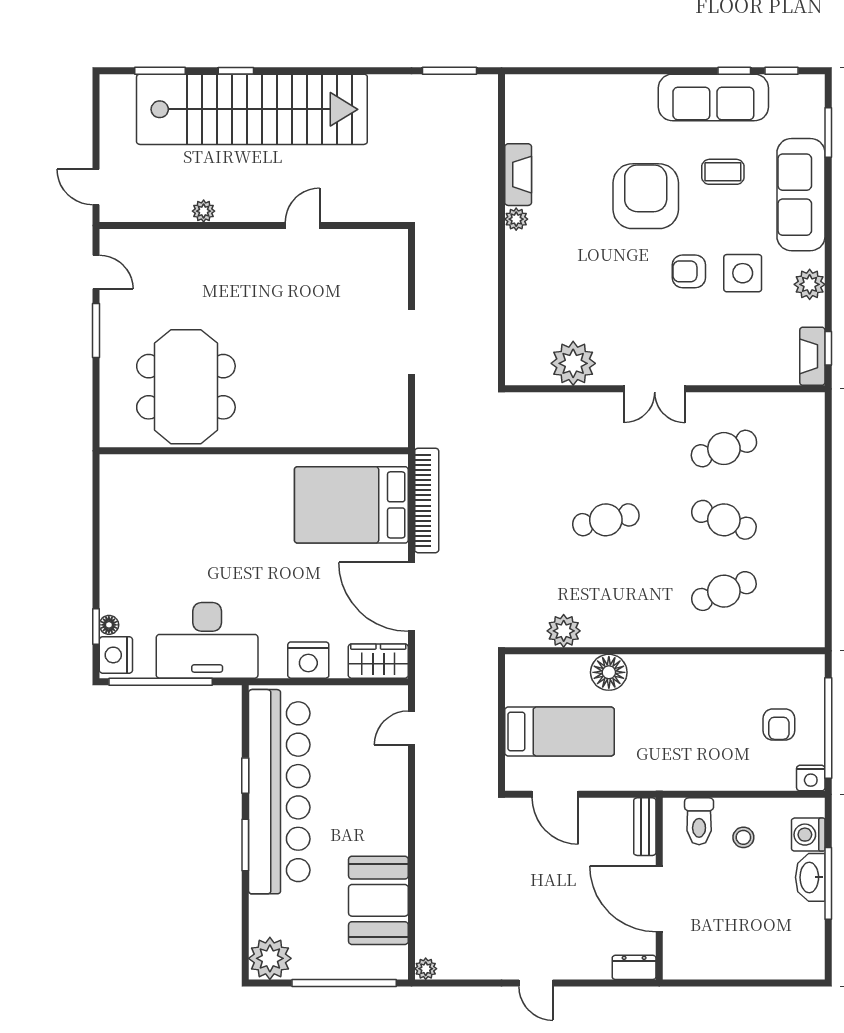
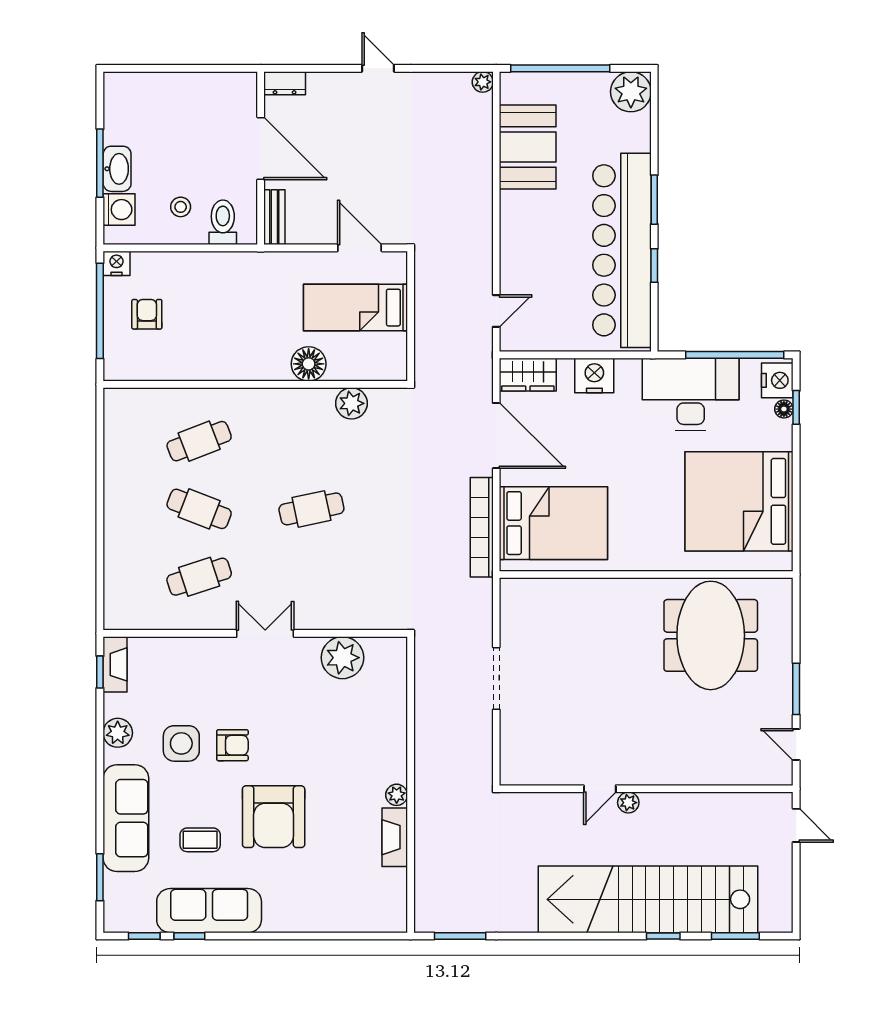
plant: (204, 211) -> (628, 803), moved
bed: (156, 528) -> (739, 501), added

